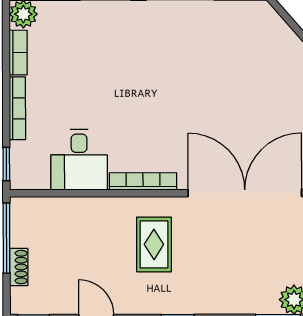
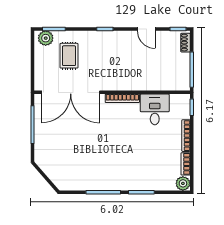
rug: (154, 244) -> (69, 56), moved
shoe rack: (19, 267) -> (185, 43), moved

